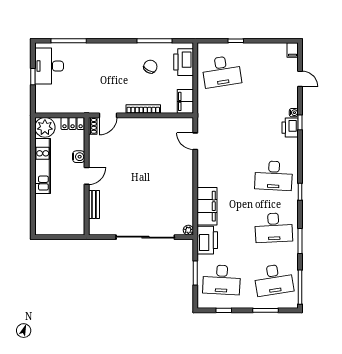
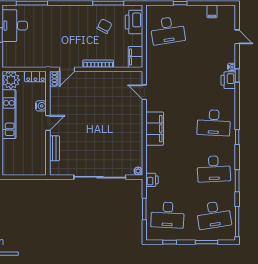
filing cabinet: (293, 50) -> (212, 11), moved
filing cabinet: (207, 206) -> (155, 129), moved
printer: (207, 240) -> (152, 180), width x0.53, depth x0.68

